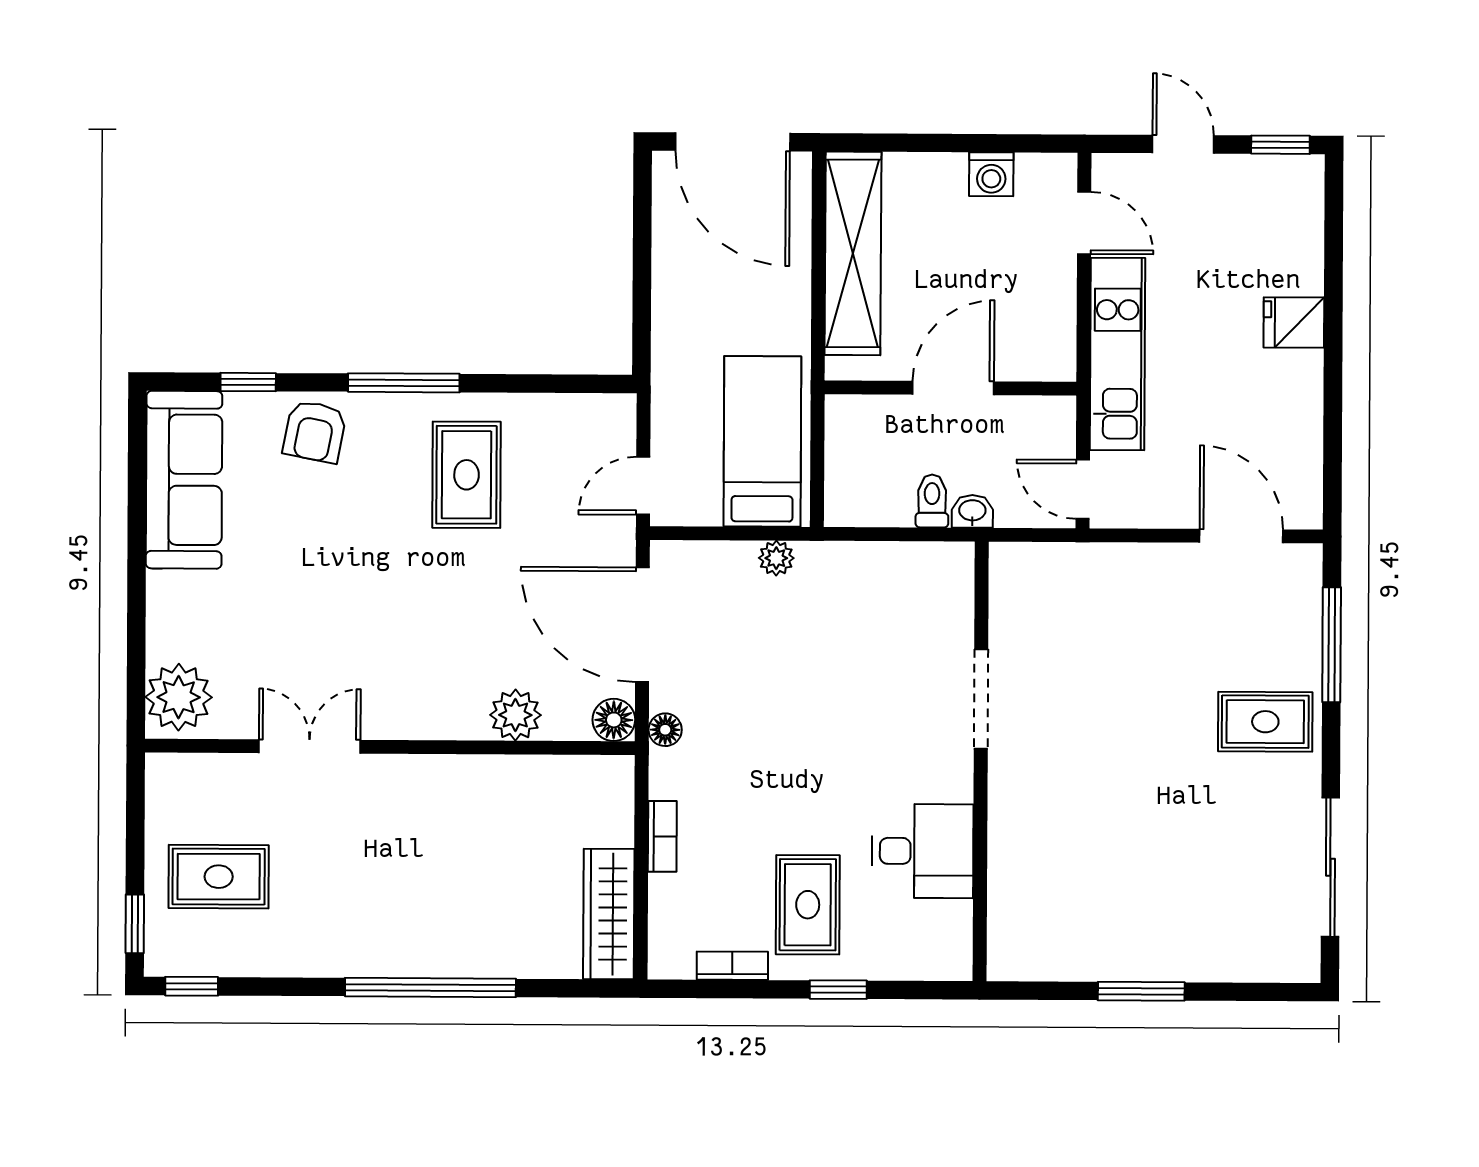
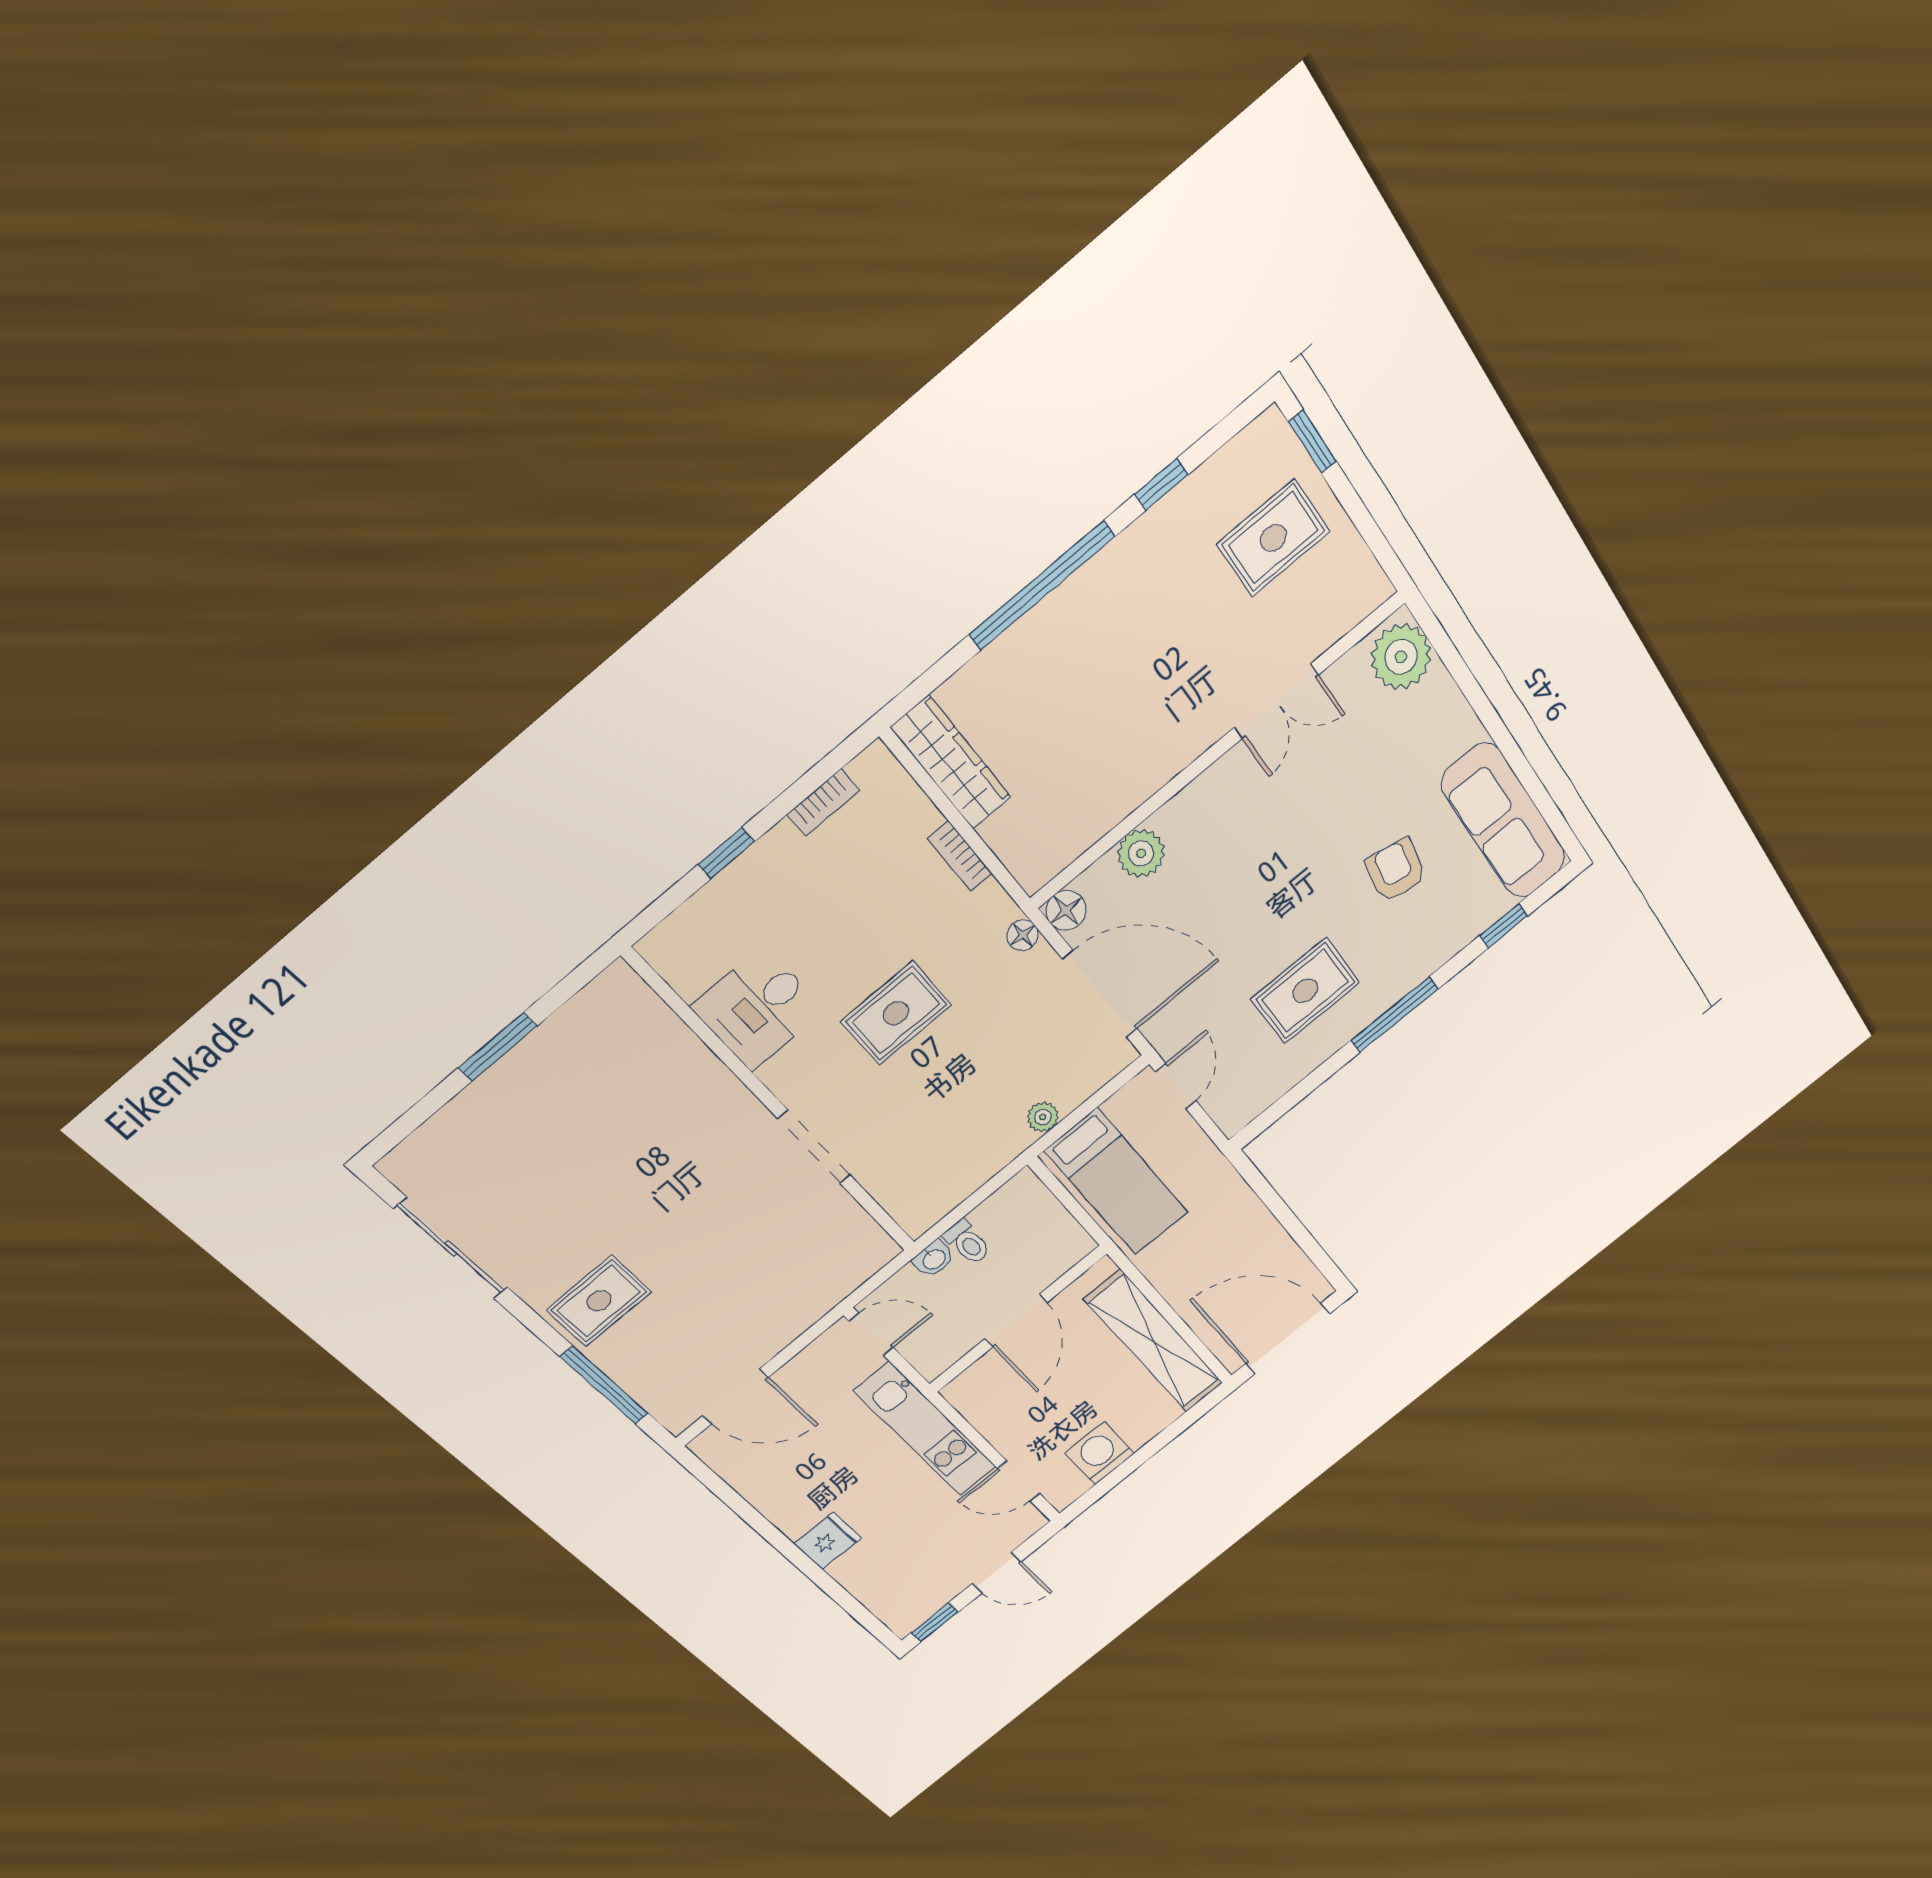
washing machine: (991, 174) -> (1100, 1453), width x1.38, depth x1.38
armchair: (315, 432) -> (1396, 870), moved
rug: (467, 475) -> (1305, 991), turned 90
rug: (808, 905) -> (896, 1013), moved, turned 90
window: (192, 986) -> (1161, 484), moved

